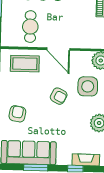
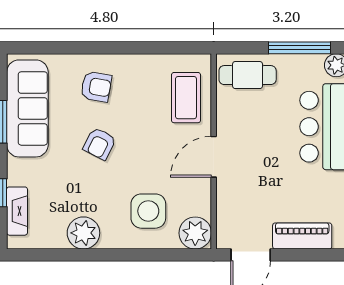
cafe table: (30, 27) -> (248, 75), moved
armchair: (59, 96) -> (100, 144), moved

